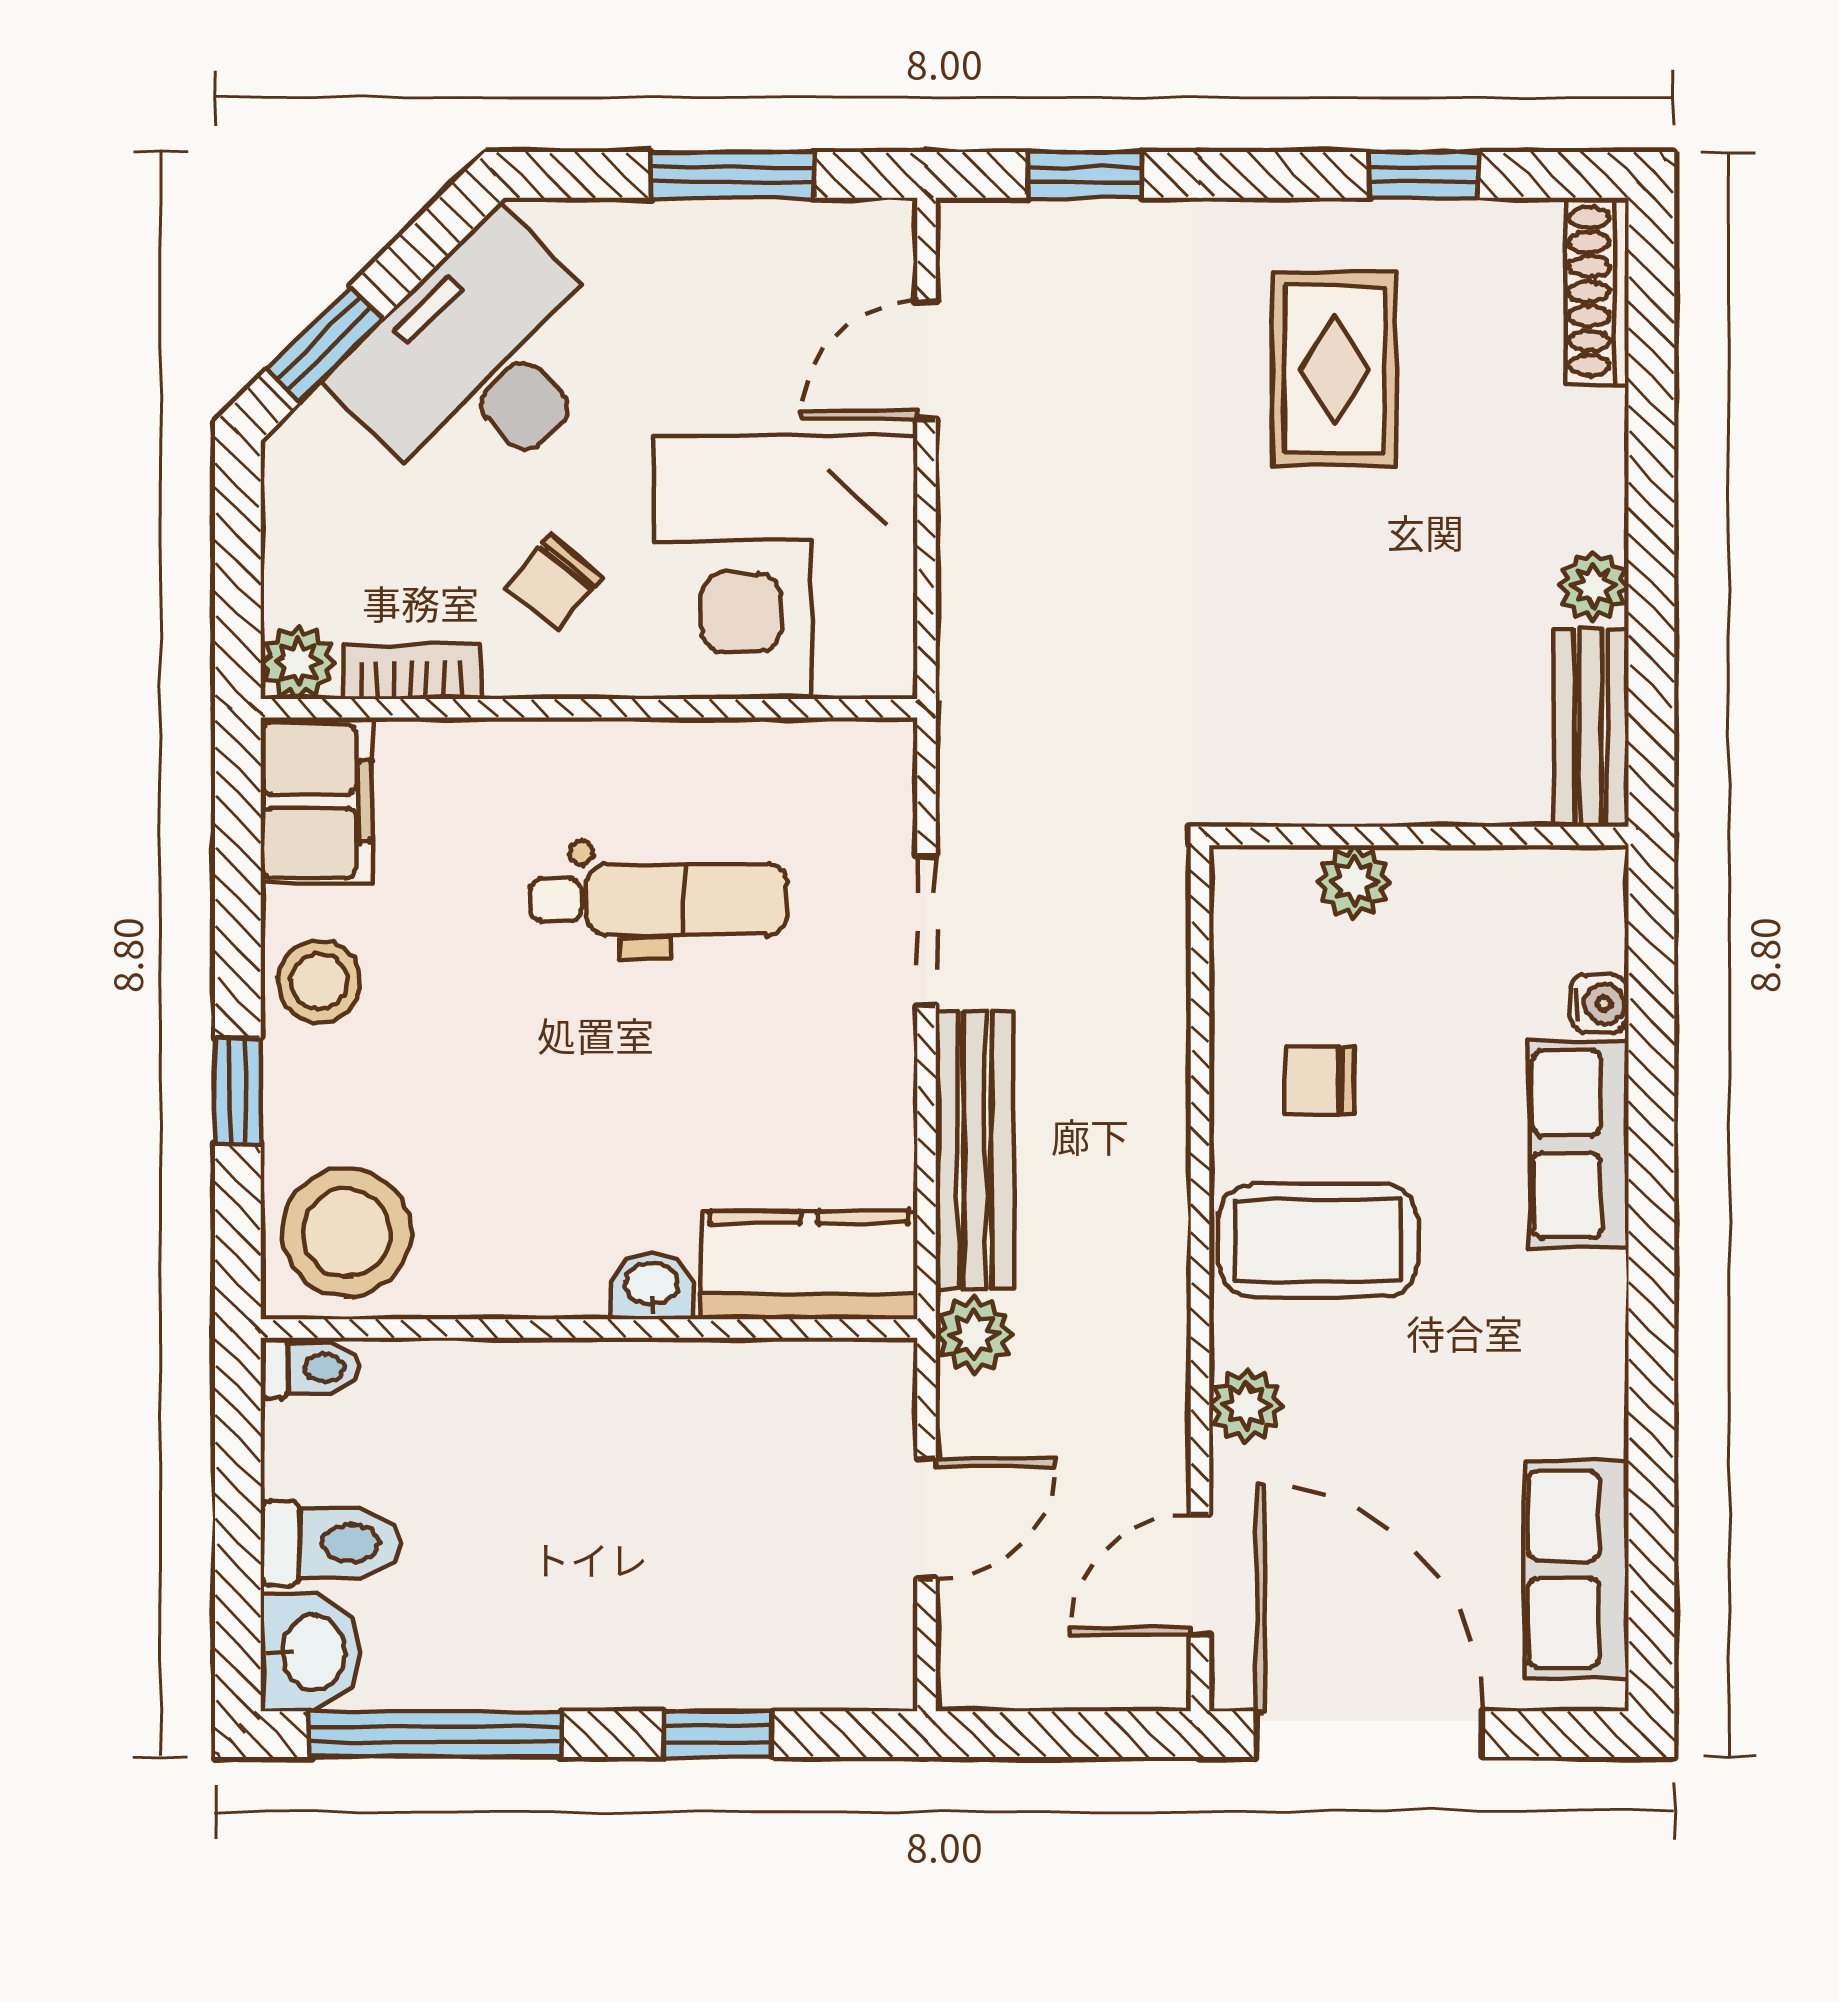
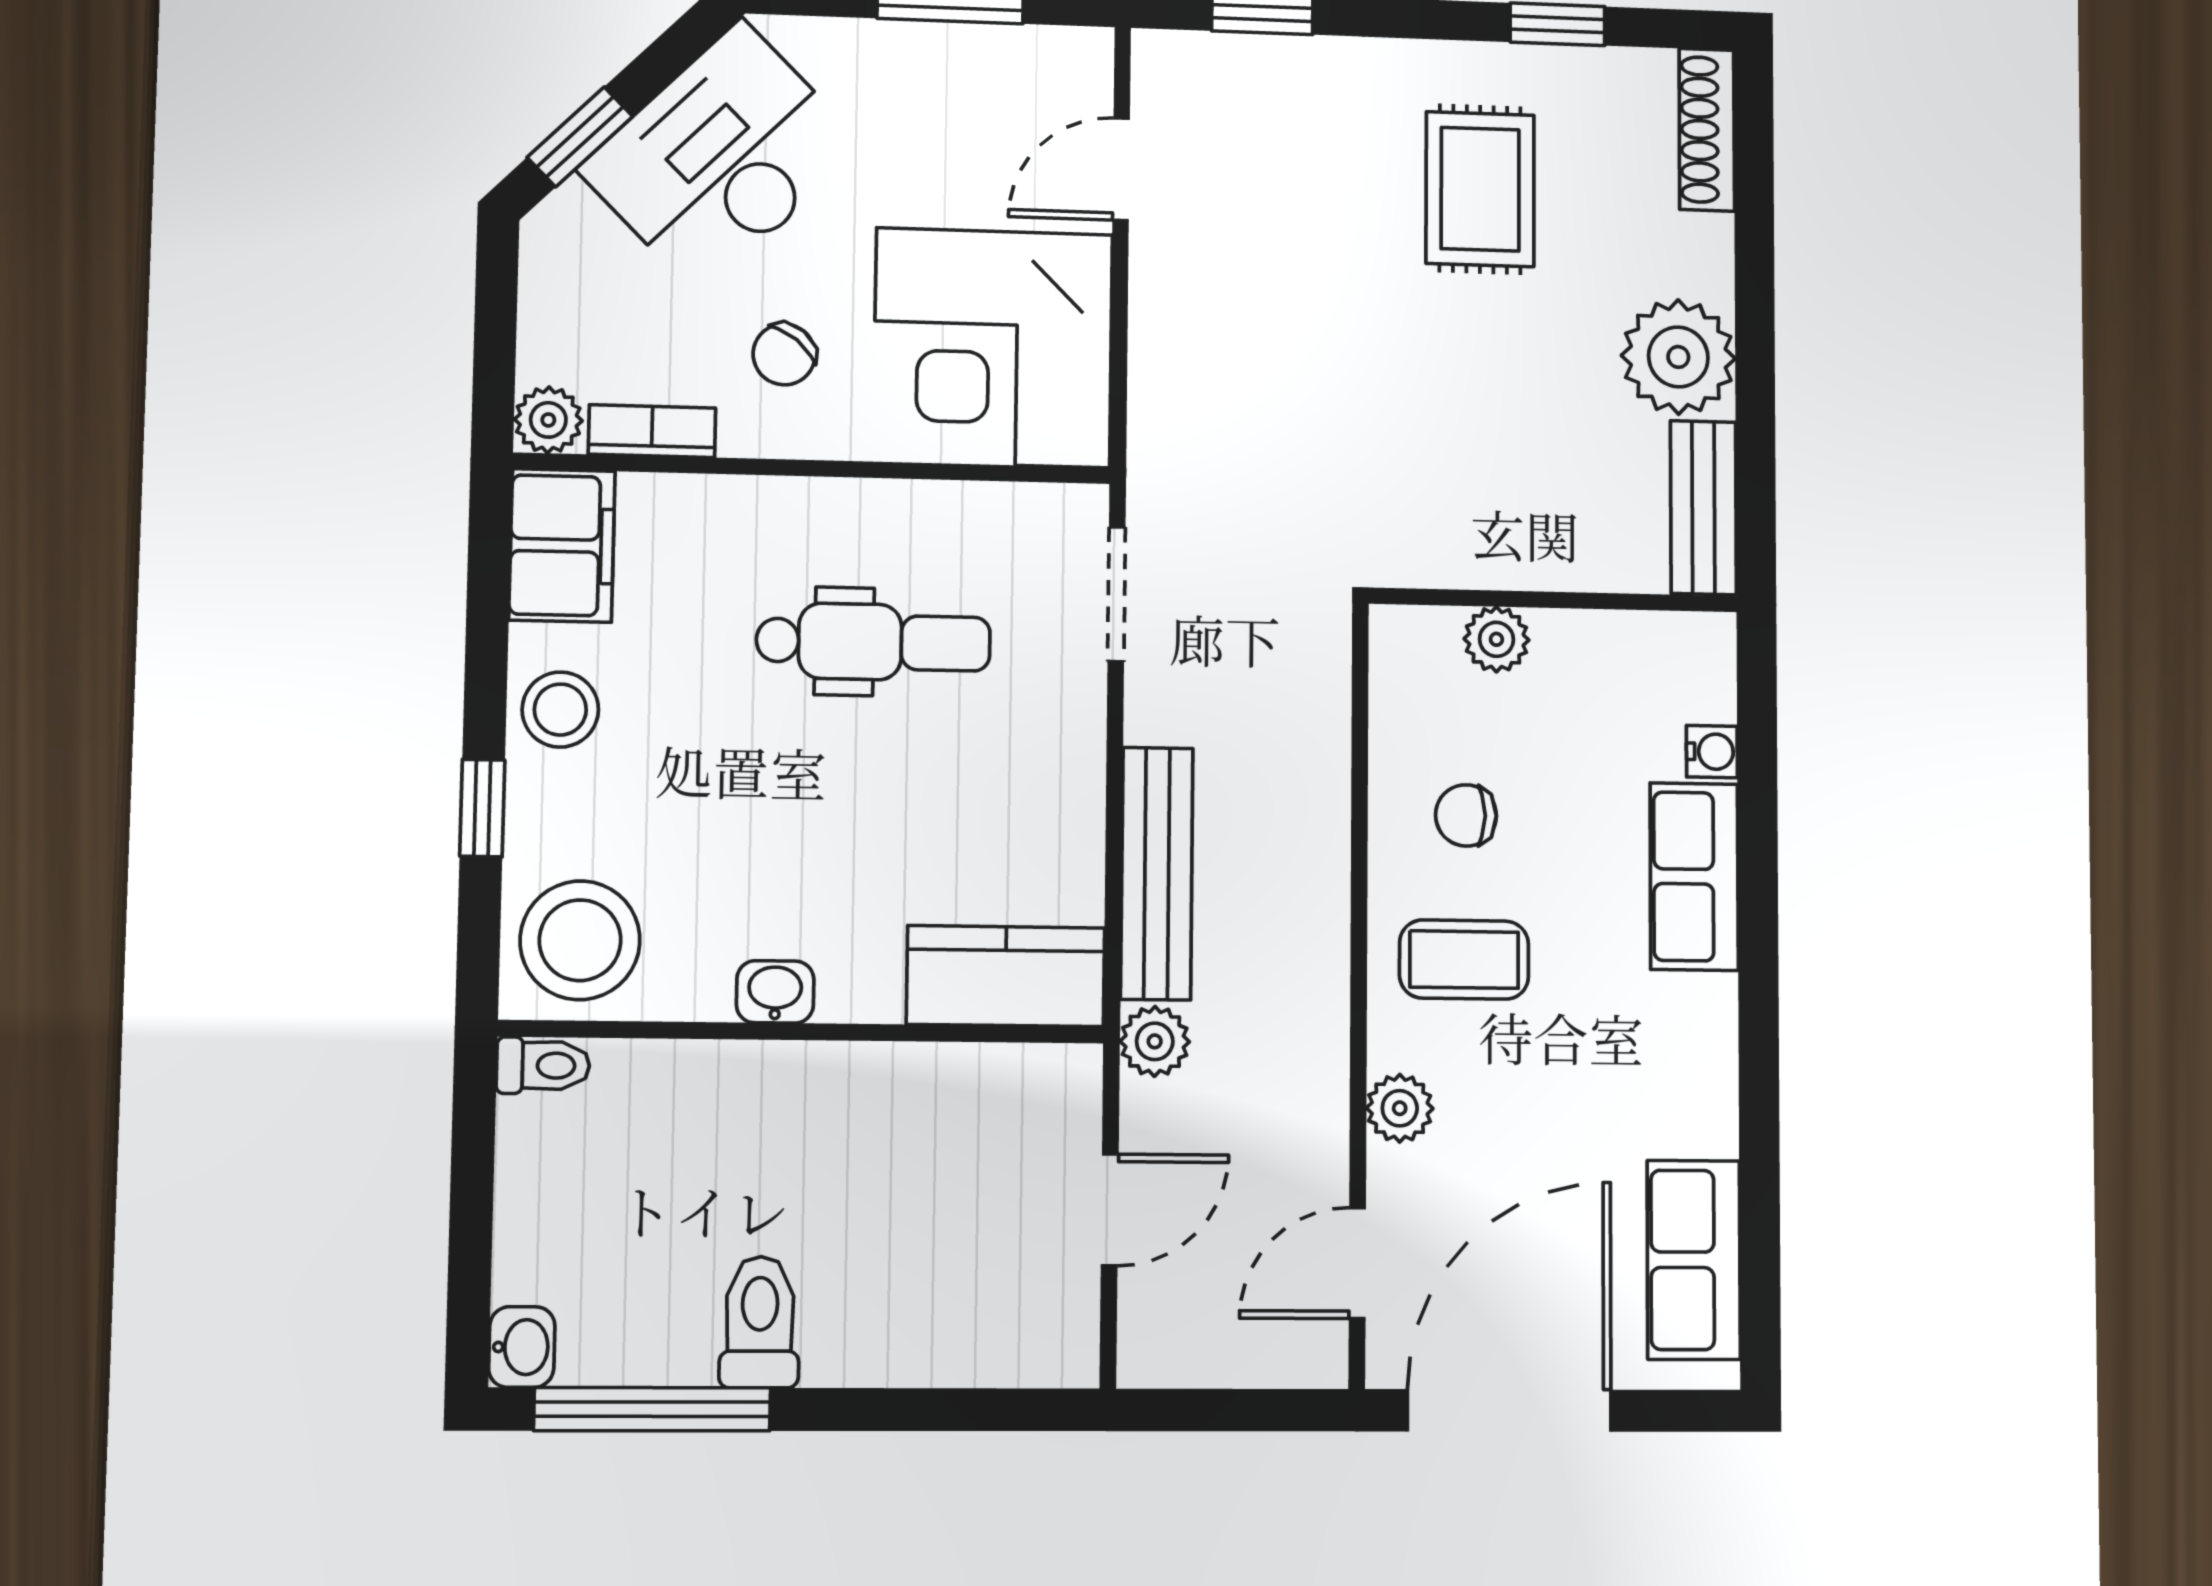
plant: (1593, 586) -> (1678, 357), width x1.88, depth x1.88
doorway: (926, 930) -> (1116, 594), moved
coffee table: (1318, 1241) -> (1464, 960), width x0.73, depth x0.77
washbasin: (652, 1286) -> (775, 992), moved
toilet: (331, 1543) -> (760, 1322), moved, turned -90
washbasin: (311, 1652) -> (522, 1347), width x0.72, depth x0.69
window: (718, 1734) -> (915, 1410), removed
door: (1369, 1734) -> (1509, 1410), hinge flipped

